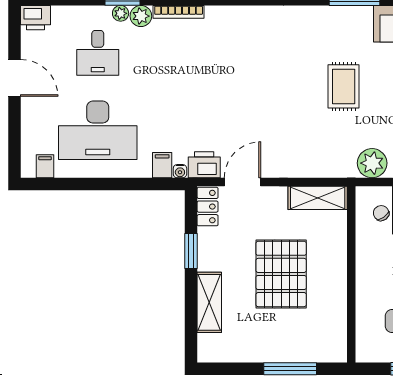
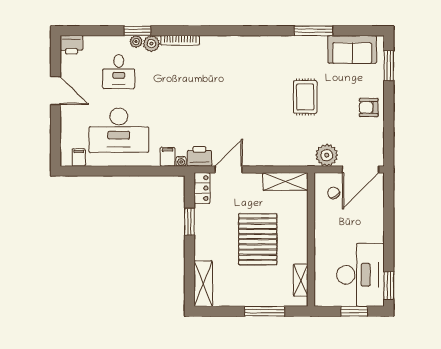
shelving: (209, 302) -> (203, 284), moved
shelving: (338, 328) -> (301, 280), added

